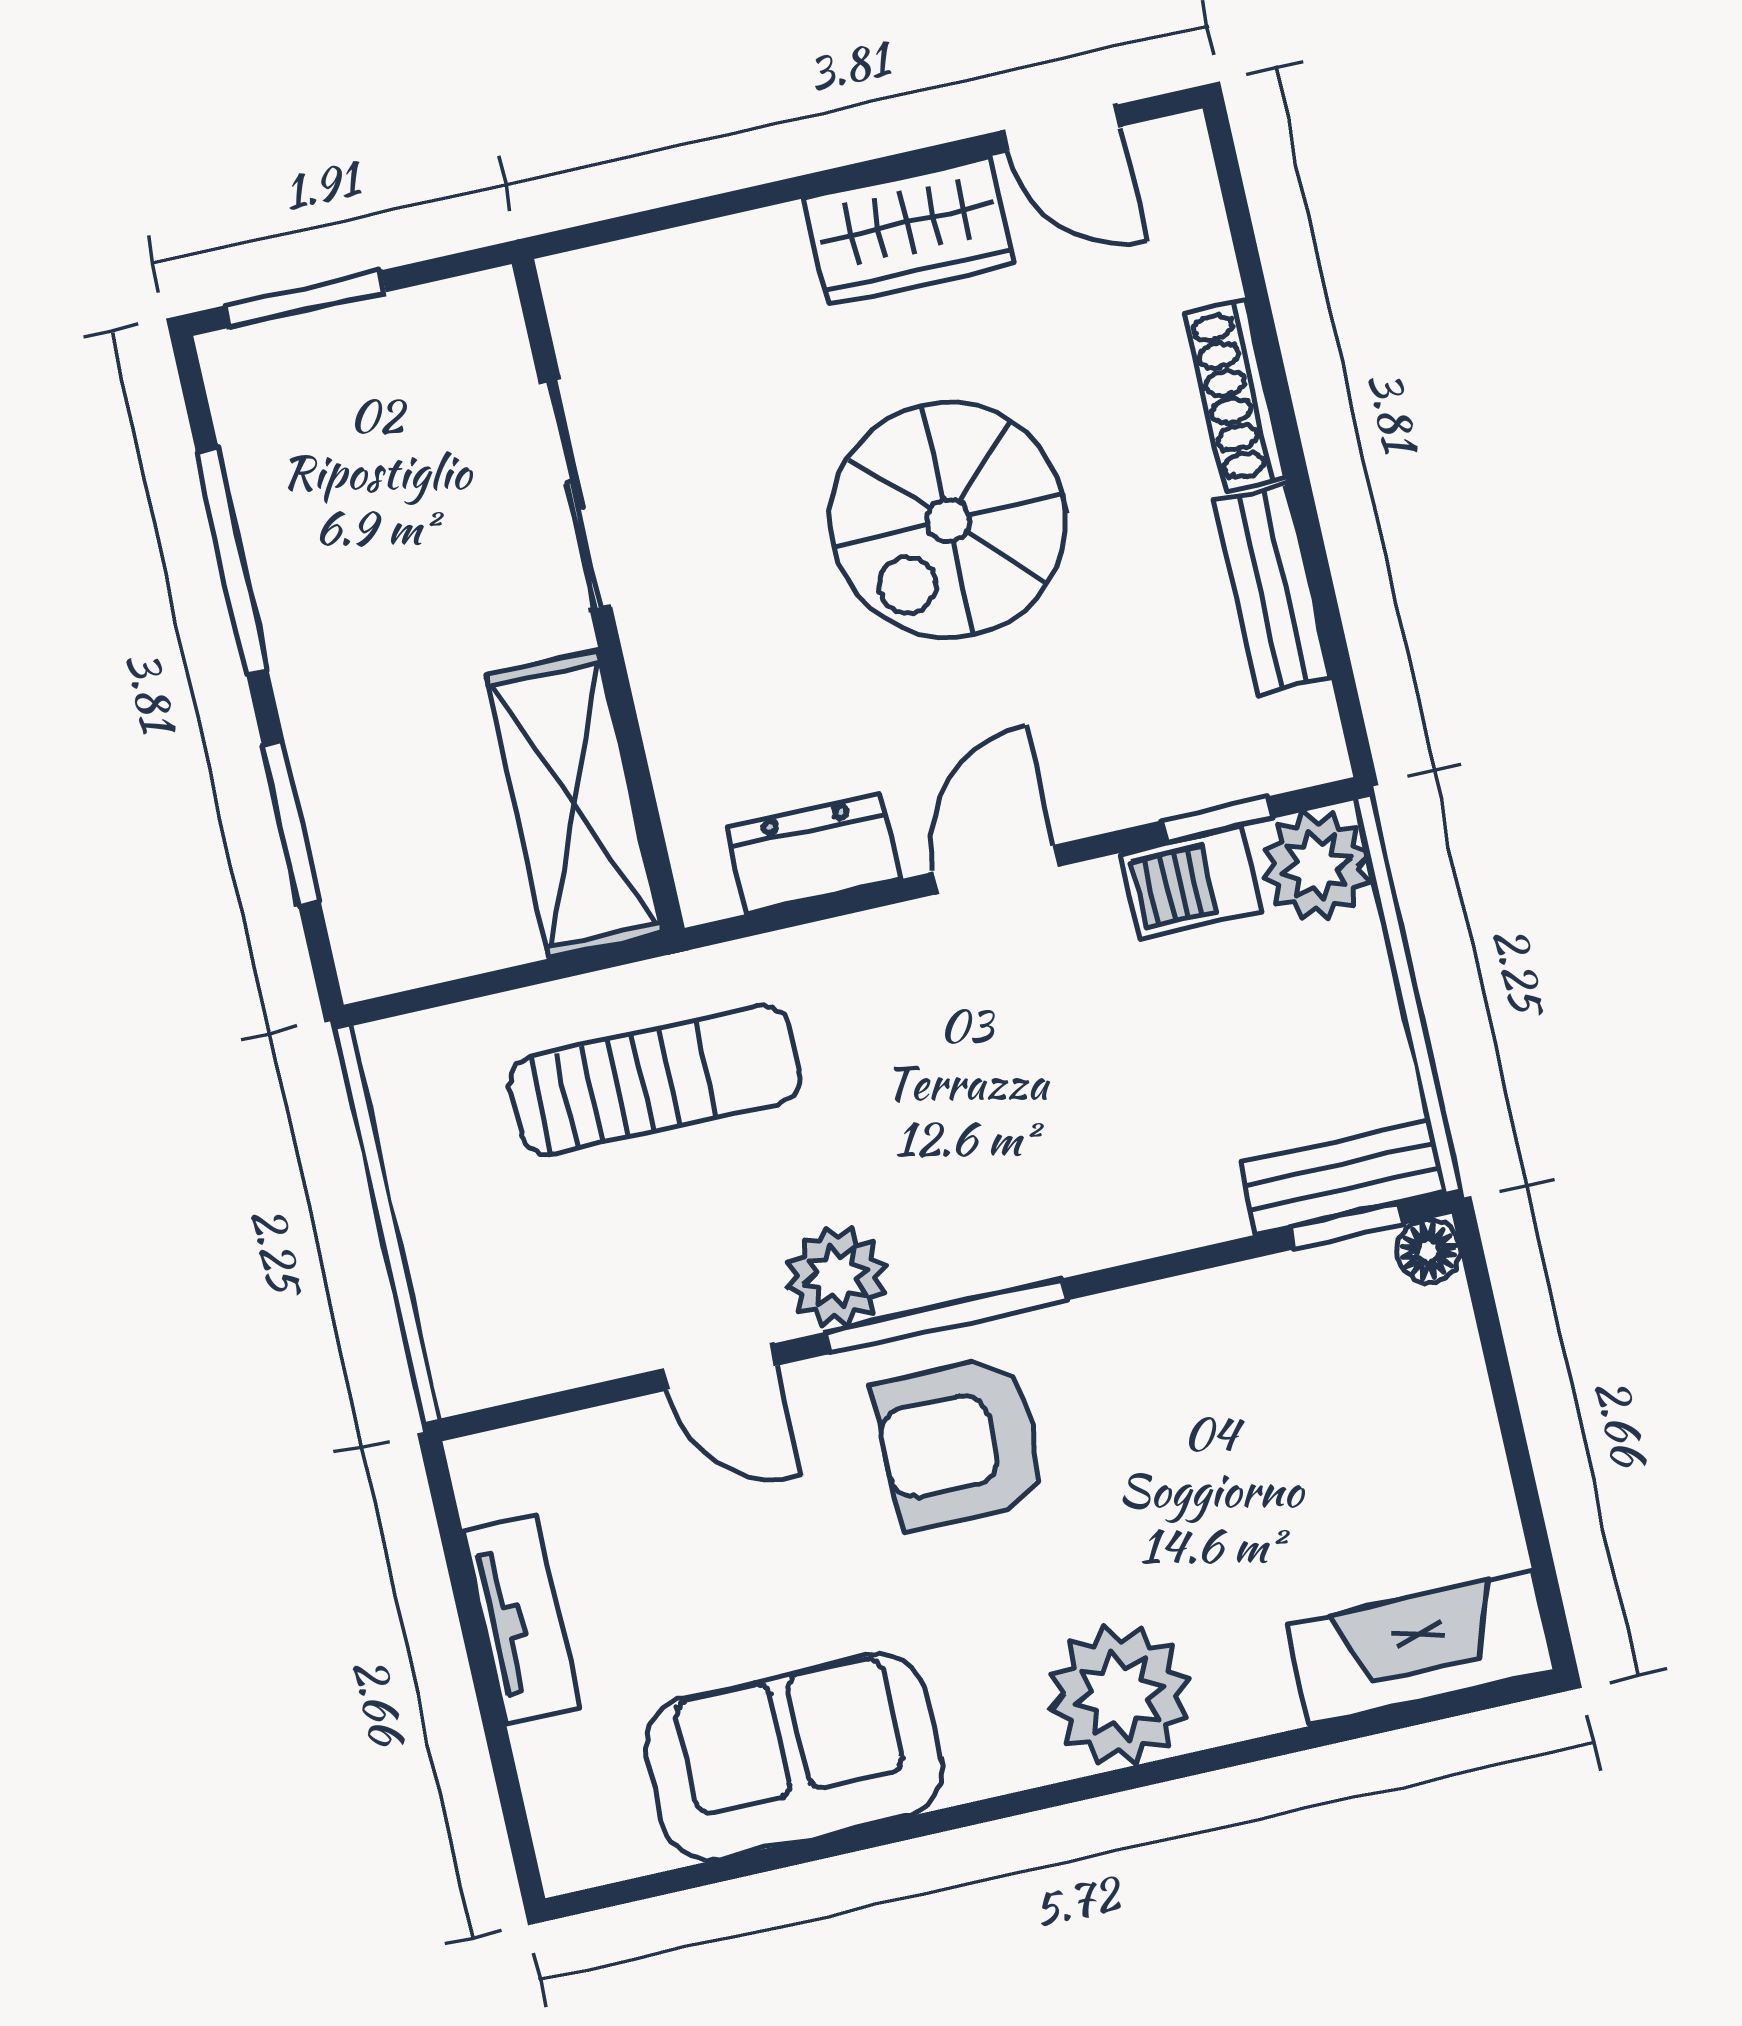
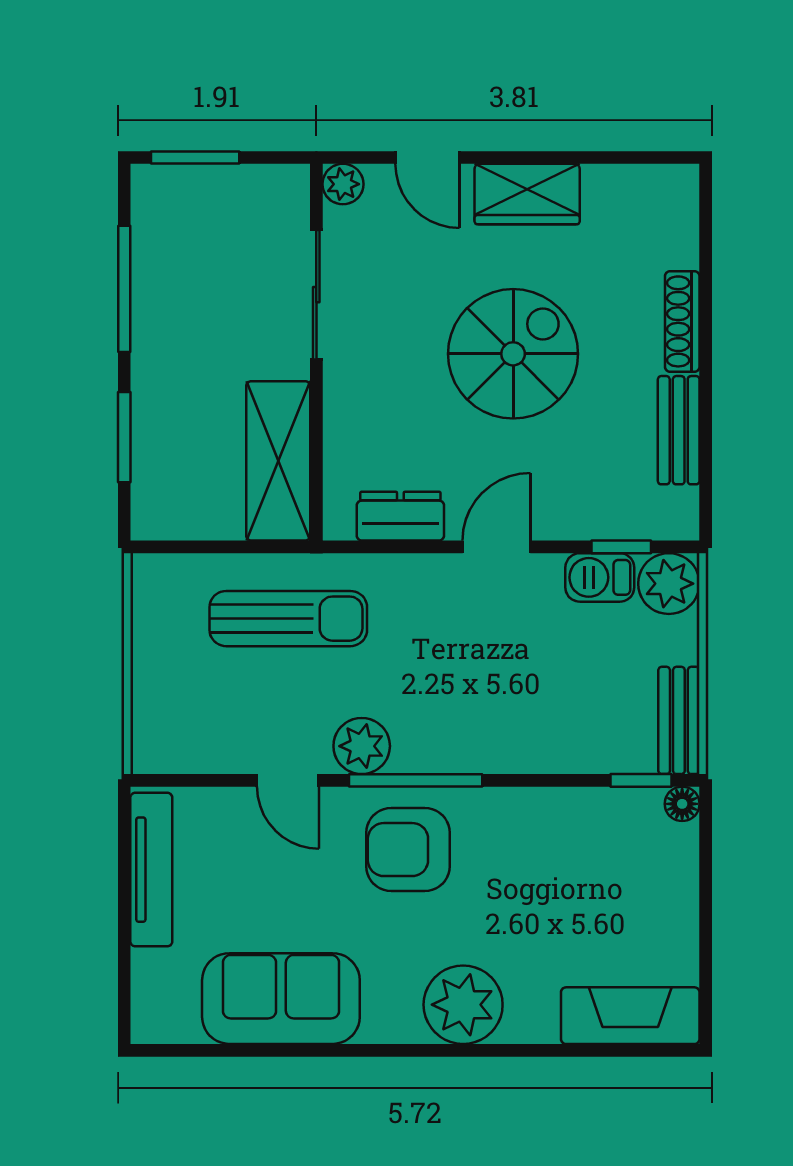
door: (1062, 128) -> (427, 157), moved
plant: (578, 287) -> (343, 184), added
spiral stairs: (948, 520) -> (513, 354), turned 180
bench: (1343, 1177) -> (679, 720), moved, turned 90
tv unit: (521, 1620) -> (151, 870), width x1.41

